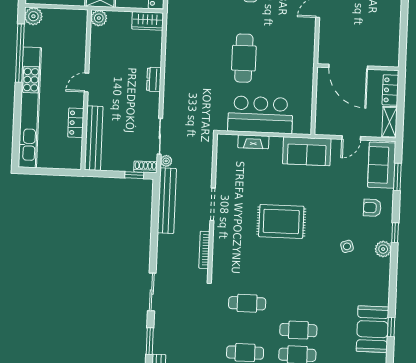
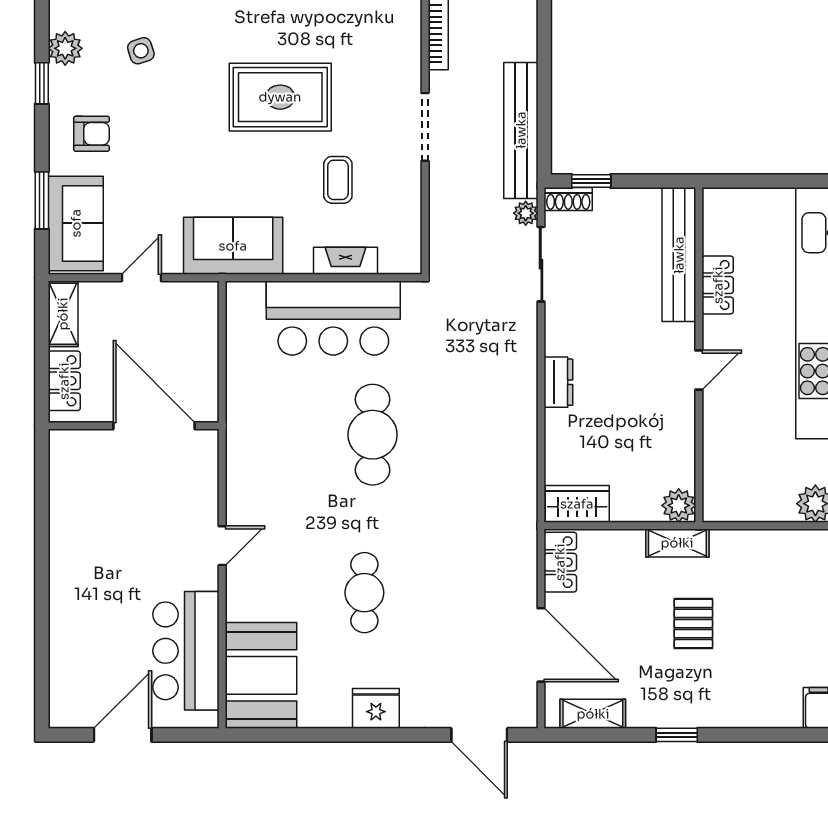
coffee table: (255, 181) -> (338, 180), added

